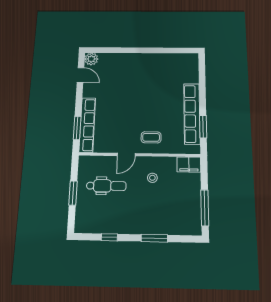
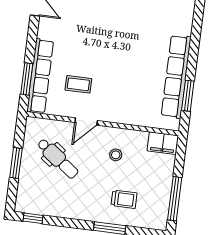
coffee table: (151, 137) -> (78, 84), moved
dental chair: (106, 186) -> (58, 159), turned 37
trolley: (163, 213) -> (124, 199), added
window: (109, 237) -> (33, 218), moved

